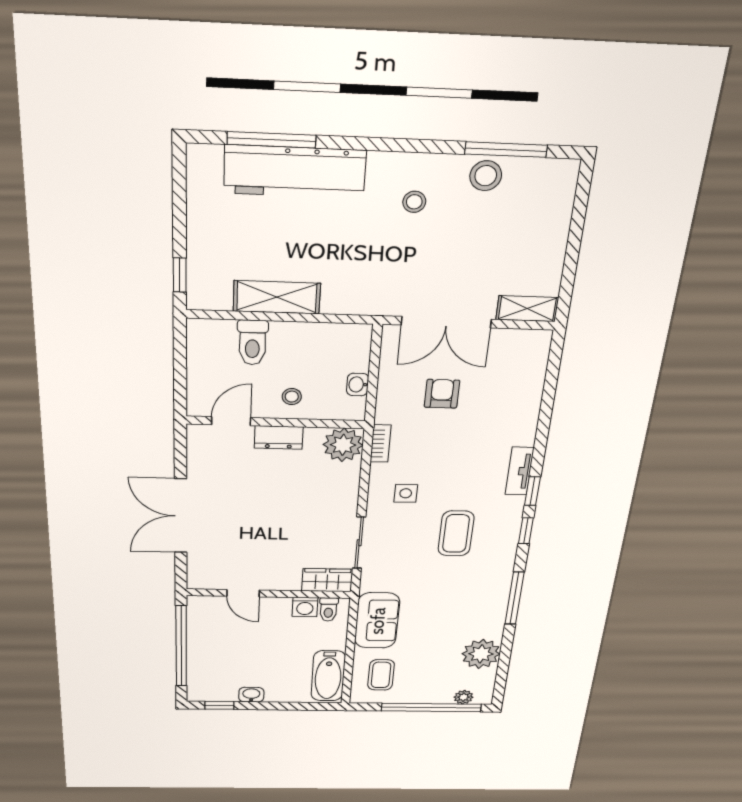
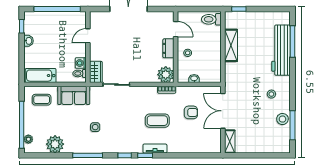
toilet: (252, 343) -> (211, 19), moved
side table: (406, 493) -> (95, 127), moved
coffee table: (456, 533) -> (157, 121), moved

